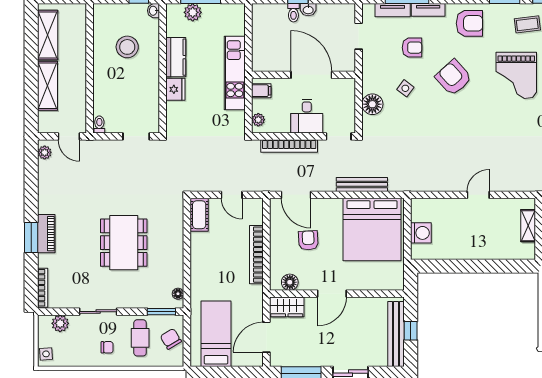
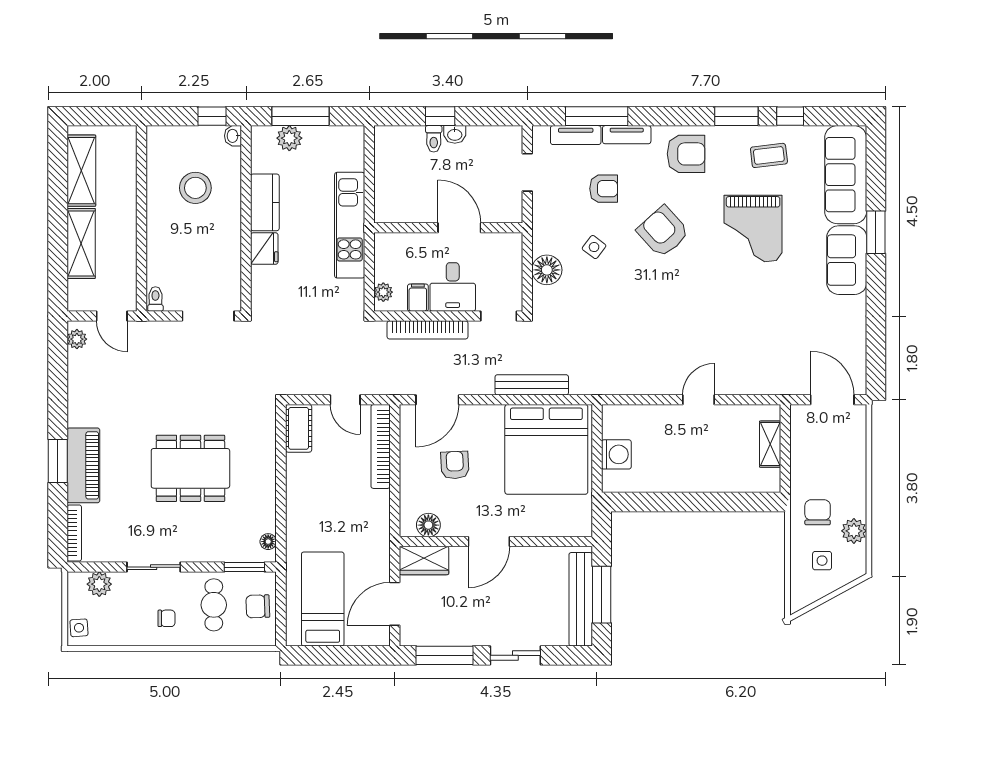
door: (311, 75) -> (459, 228), width x0.73
filing cabinet: (261, 91) -> (418, 298), moved, turned -90
doorway: (136, 136) -> (208, 316), width x1.38
door: (296, 195) -> (437, 400), hinge flipped
piano: (46, 234) -> (83, 465), width x1.37, depth x1.33
dining table: (124, 243) -> (190, 468), turned 90
bookcase: (256, 255) -> (381, 446), moved
window: (411, 331) -> (602, 595), width x2.17
chair: (171, 339) -> (258, 606), turned -61

